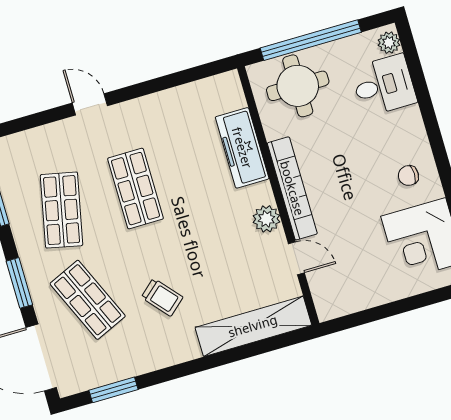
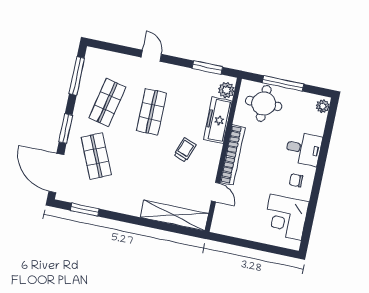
window: (311, 40) -> (283, 83), width x0.68
window: (184, 77) -> (207, 68), added
desk: (384, 85) -> (304, 149), moved
plant: (266, 219) -> (226, 90), moved
trolley: (162, 297) -> (185, 150), moved, turned -119

